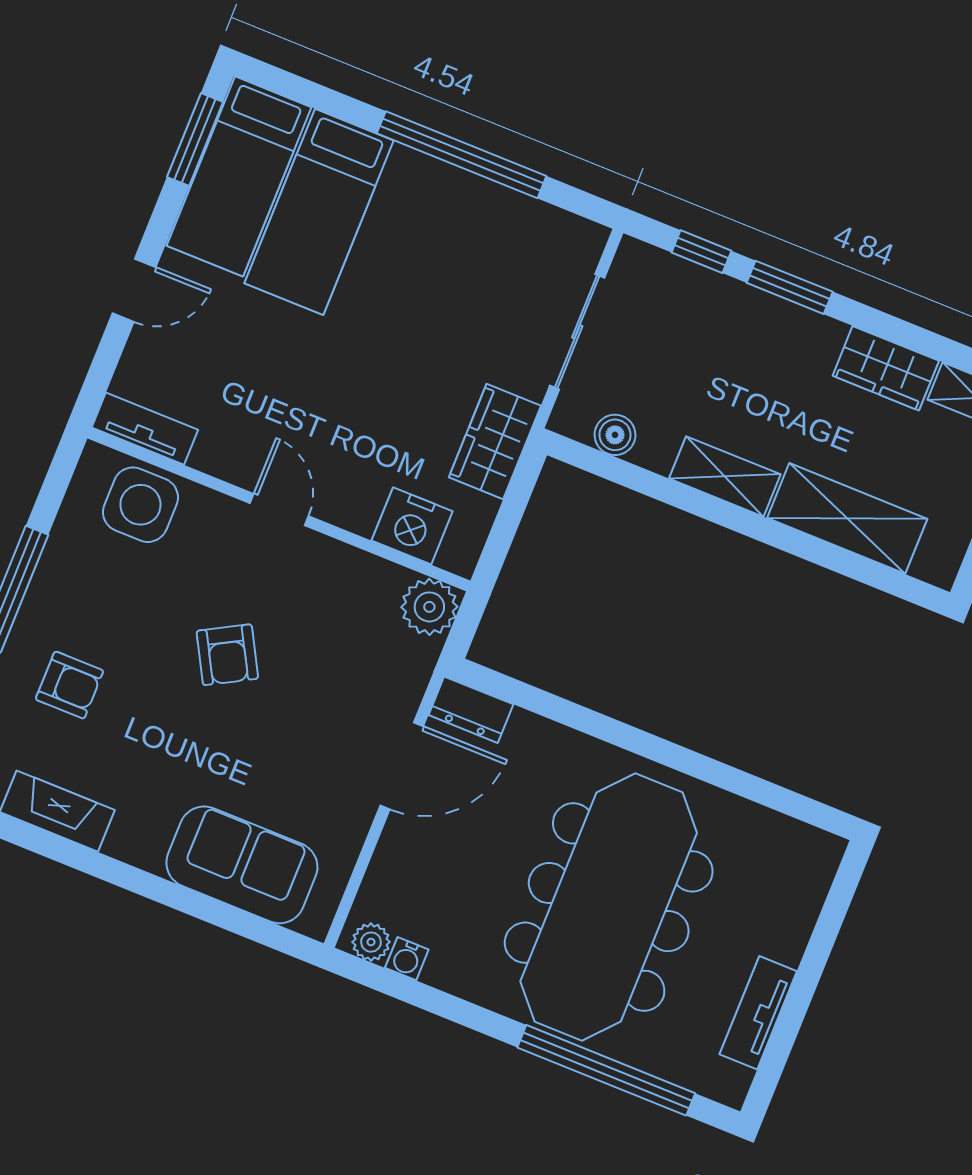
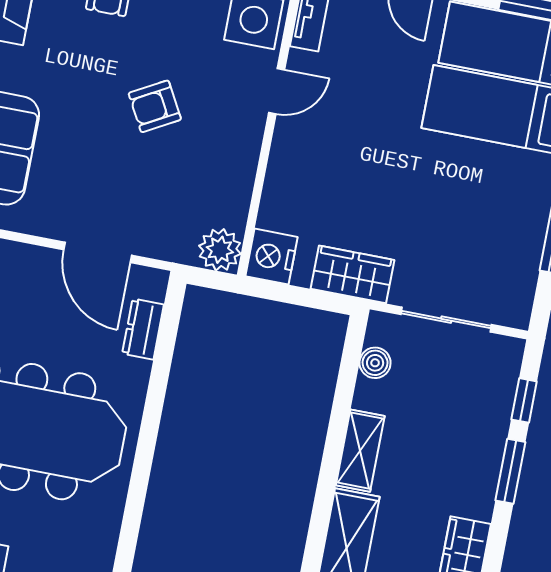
door: (279, 510) -> (277, 91), moved
nightstand: (412, 526) -> (272, 257), moved
dresser: (471, 710) -> (143, 329), moved

